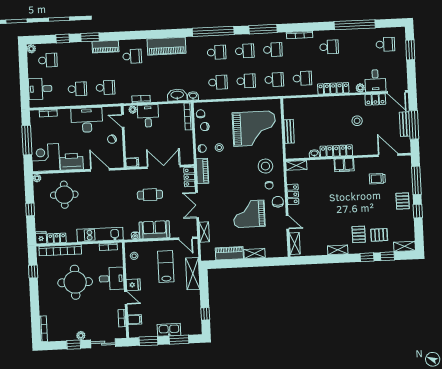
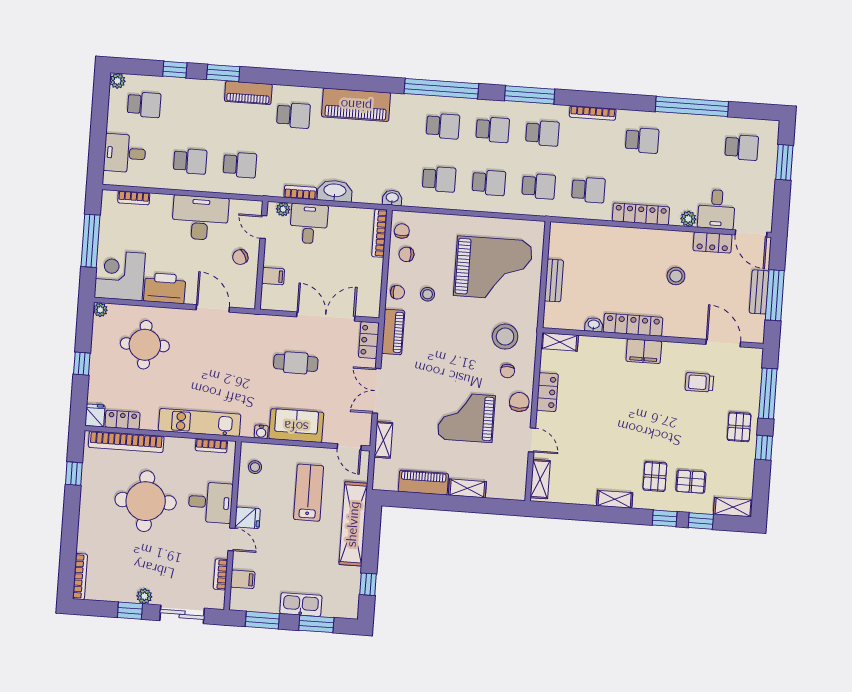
washbasin: (177, 95) -> (335, 191), moved
filing cabinet: (132, 162) -> (273, 276), moved
shelving: (193, 274) -> (353, 524), width x1.47

